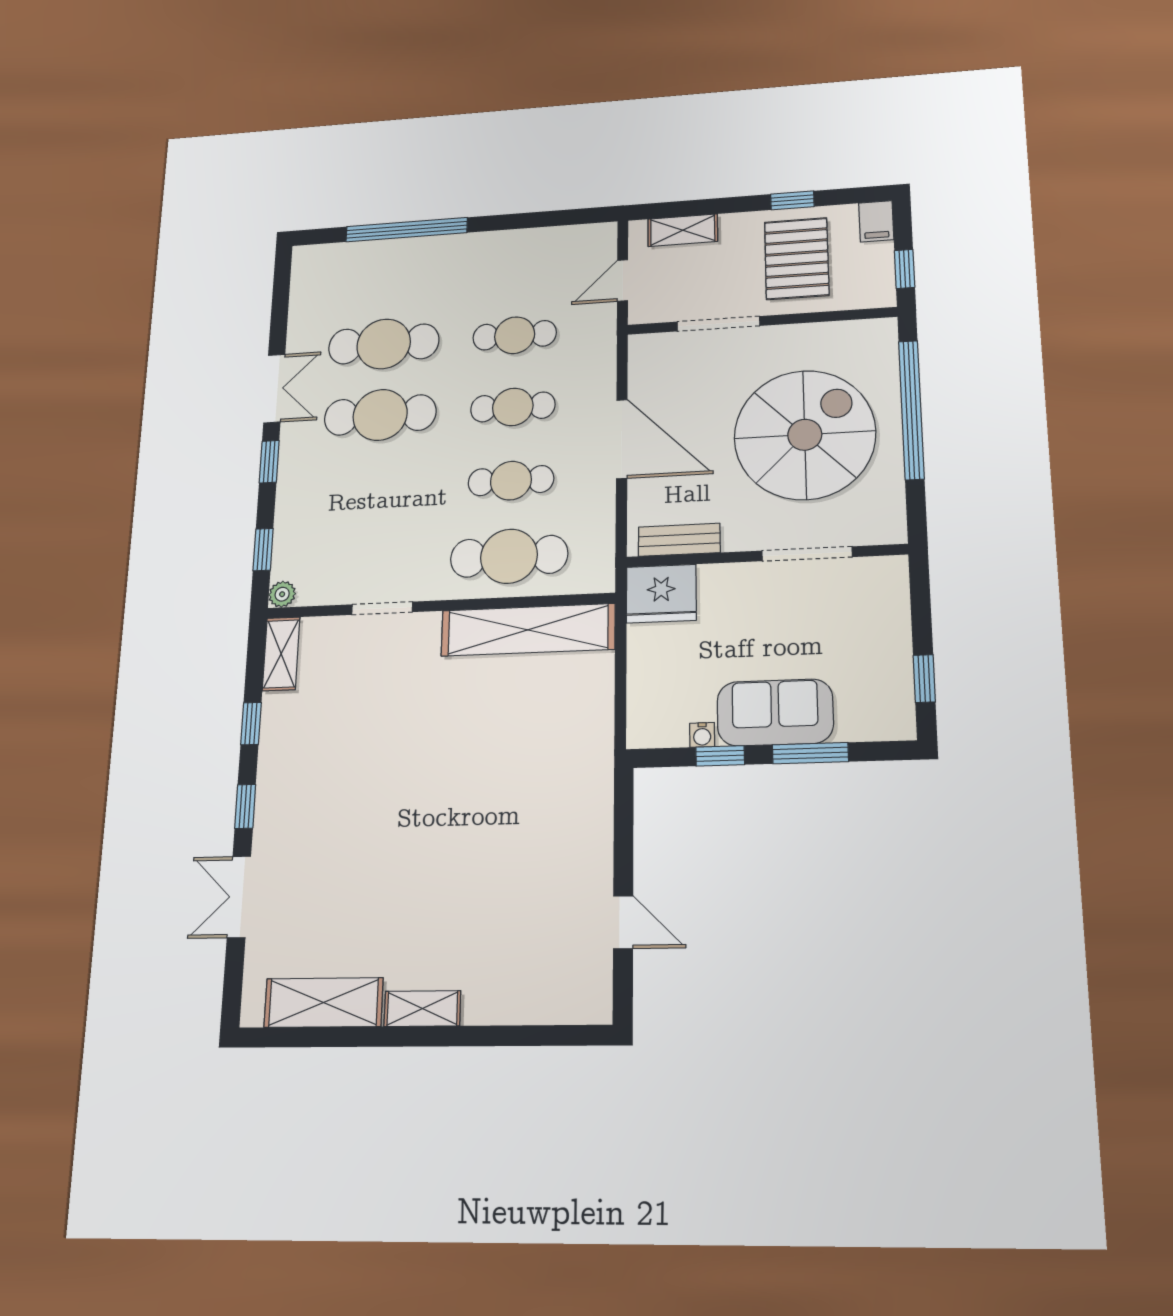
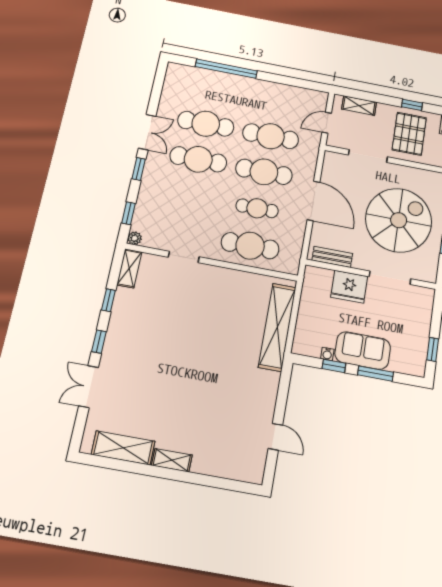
cafe table: (515, 335) -> (271, 136), width x1.37, depth x1.35
cafe table: (513, 407) -> (264, 172), width x1.37, depth x1.35
fridge: (661, 594) -> (349, 287), moved
shelving: (528, 630) -> (277, 327), moved, turned 90

